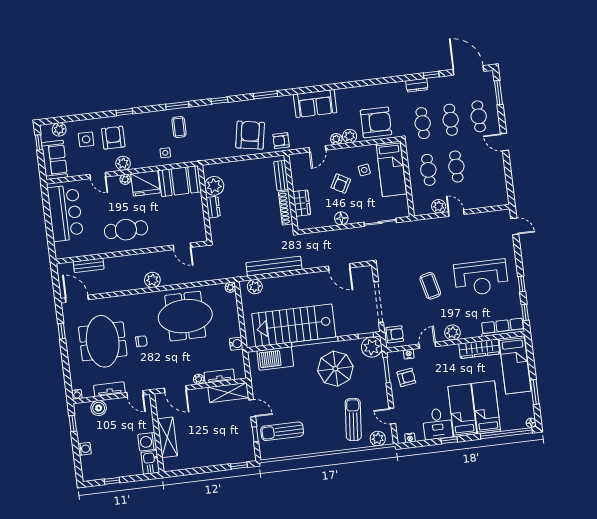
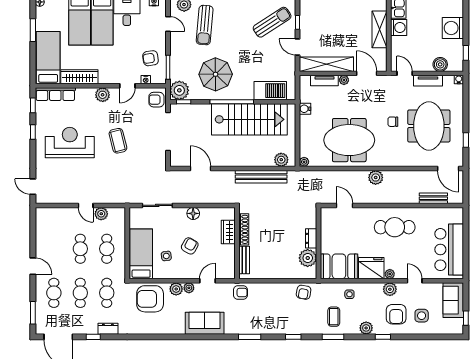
plant: (59, 129) -> (366, 328), moved
armchair: (250, 135) -> (304, 292), moved, width x0.53, depth x0.53
shelving: (228, 393) -> (326, 64), width x1.47
sun lounger: (282, 431) -> (272, 22), turned -33
washing machine: (85, 449) -> (453, 28), width x1.89, depth x1.89

